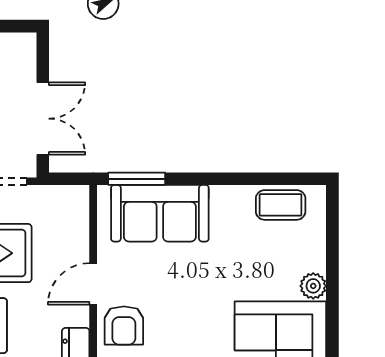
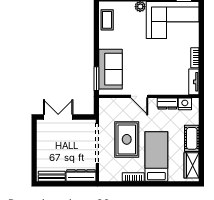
double door: (43, 119) -> (58, 117), moved
armchair: (124, 325) -> (156, 84), removed

